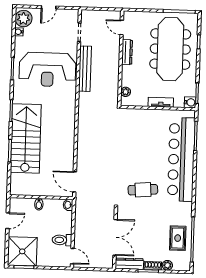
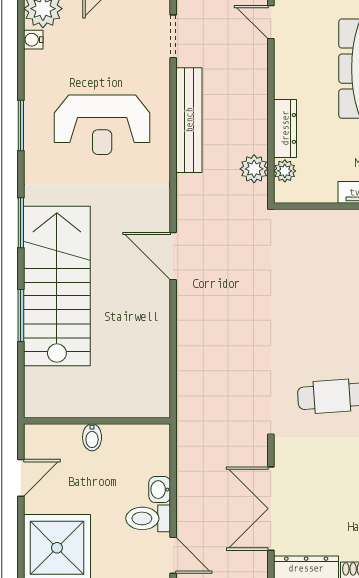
dresser: (127, 52) -> (285, 128), moved
reception desk: (47, 69) -> (102, 125), width x0.74, depth x0.77
plant: (112, 91) -> (254, 169), added
door: (75, 182) -> (173, 256), moved
washbasin: (68, 205) -> (160, 490), moved
double door: (115, 237) -> (271, 509), swing flipped

